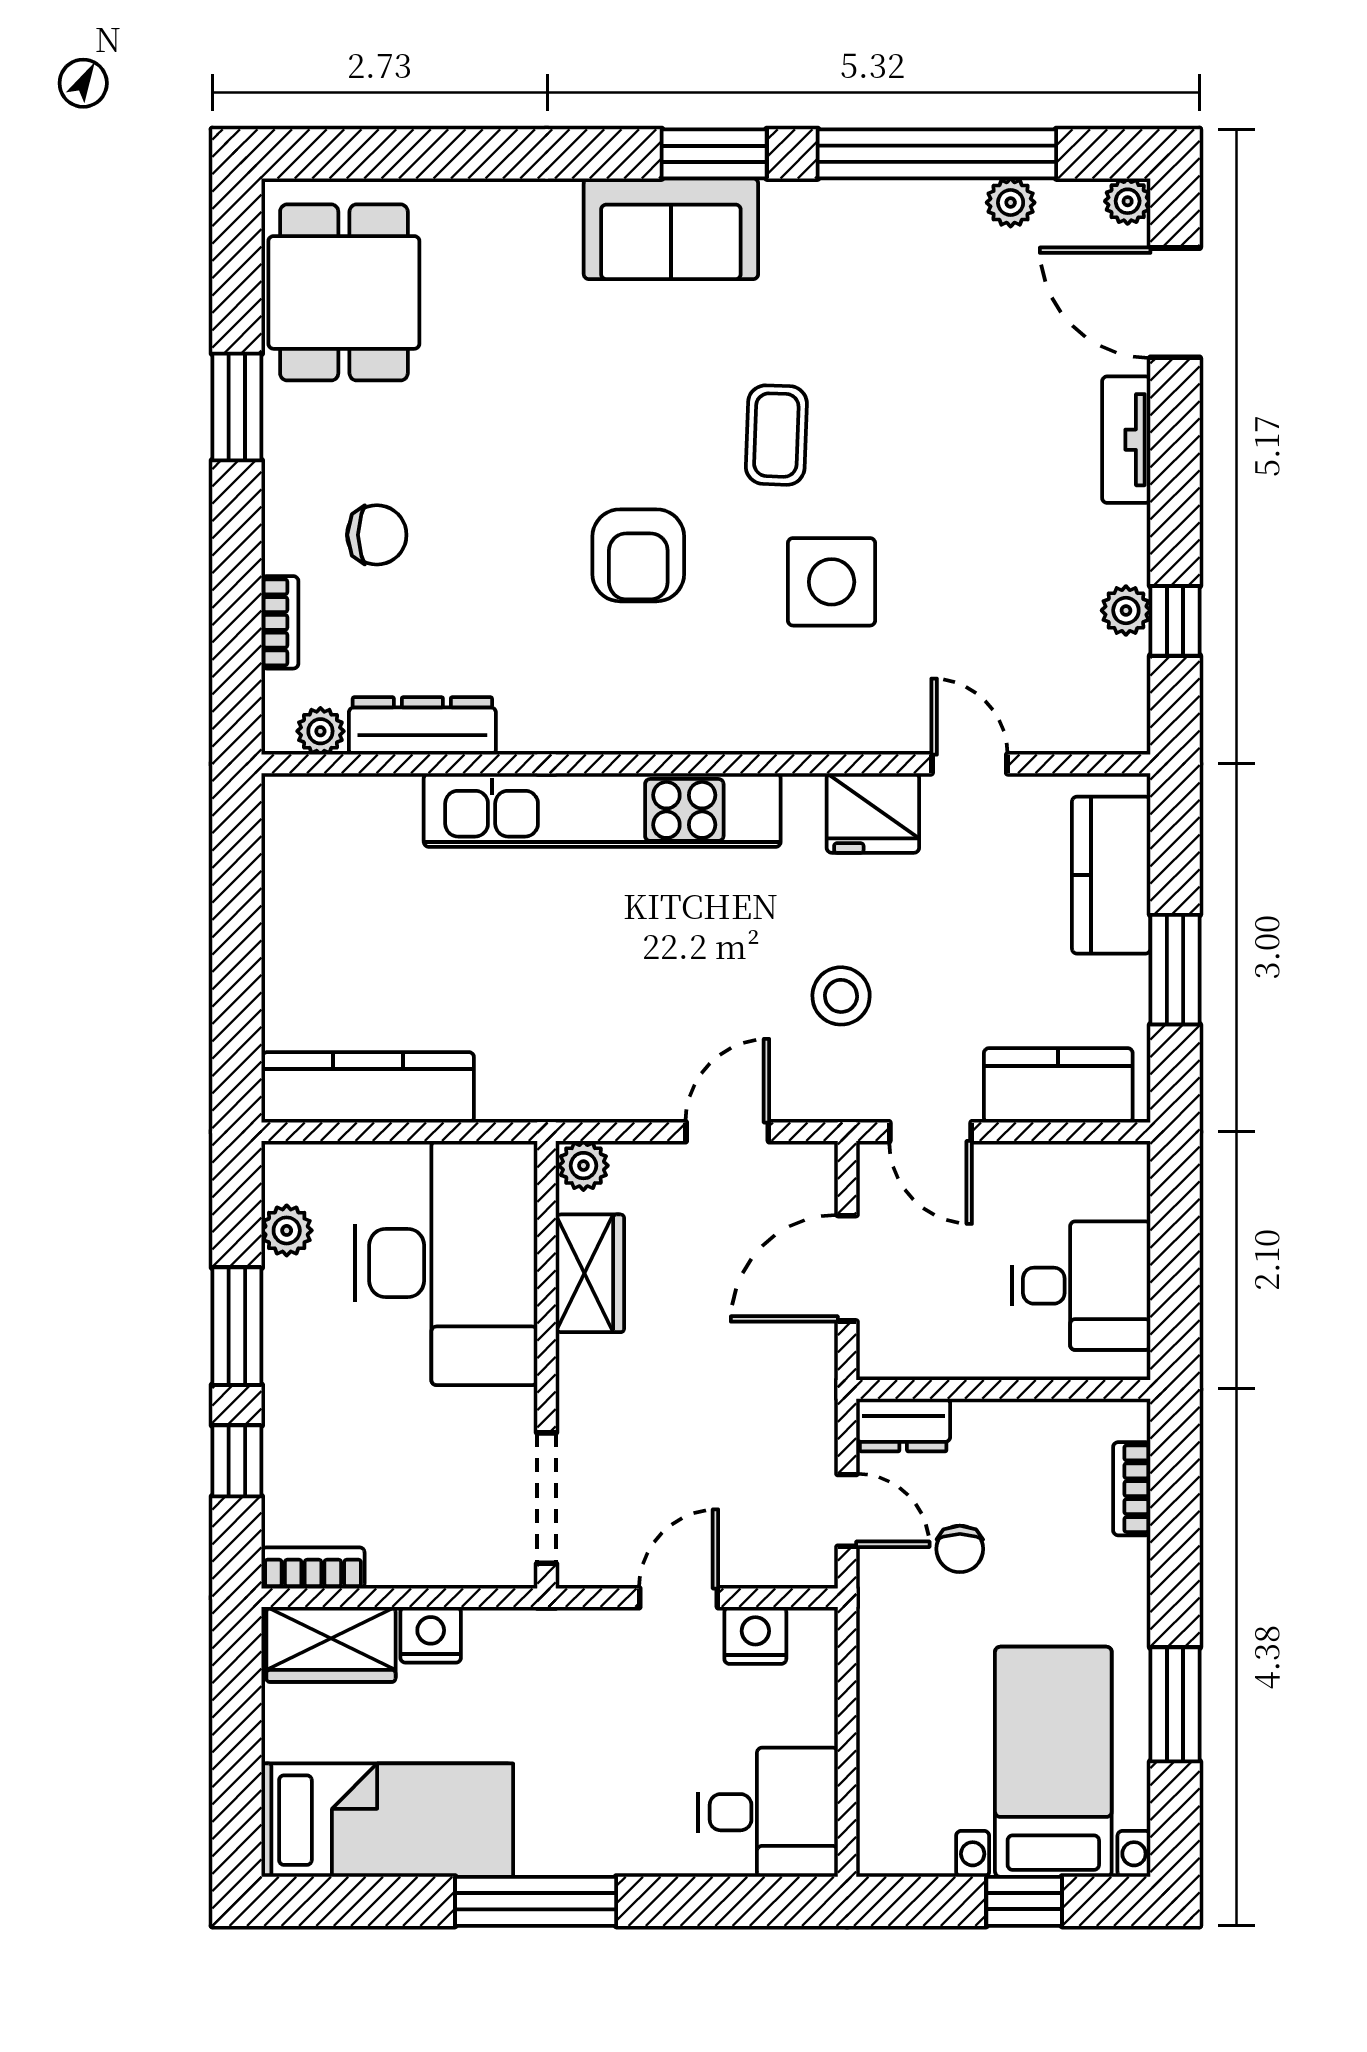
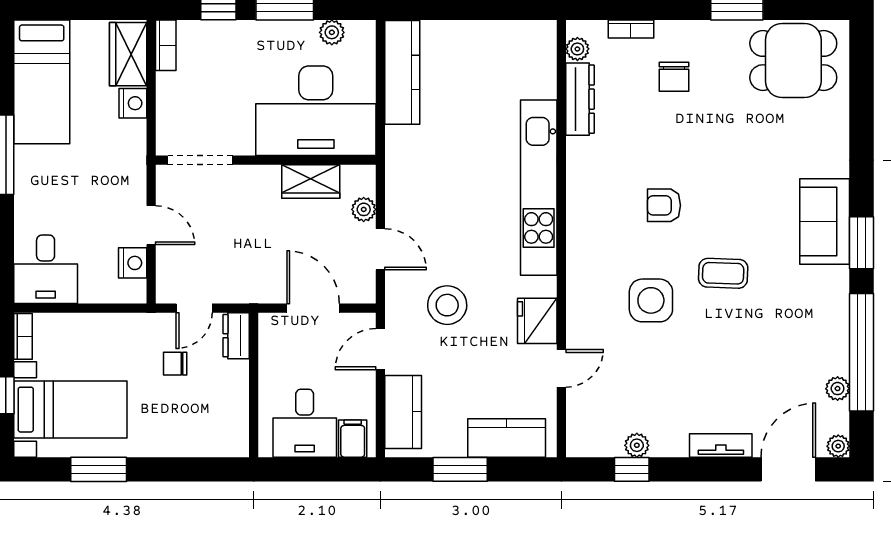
armchair: (638, 555) -> (664, 205), width x0.72, depth x0.72
stool: (841, 996) -> (447, 305), width x1.38, depth x1.38
plant: (583, 1166) -> (364, 209), moved
filing cabinet: (1113, 1188) -> (353, 439), added
bookcase: (1132, 1489) -> (23, 336), moved, turned 90

